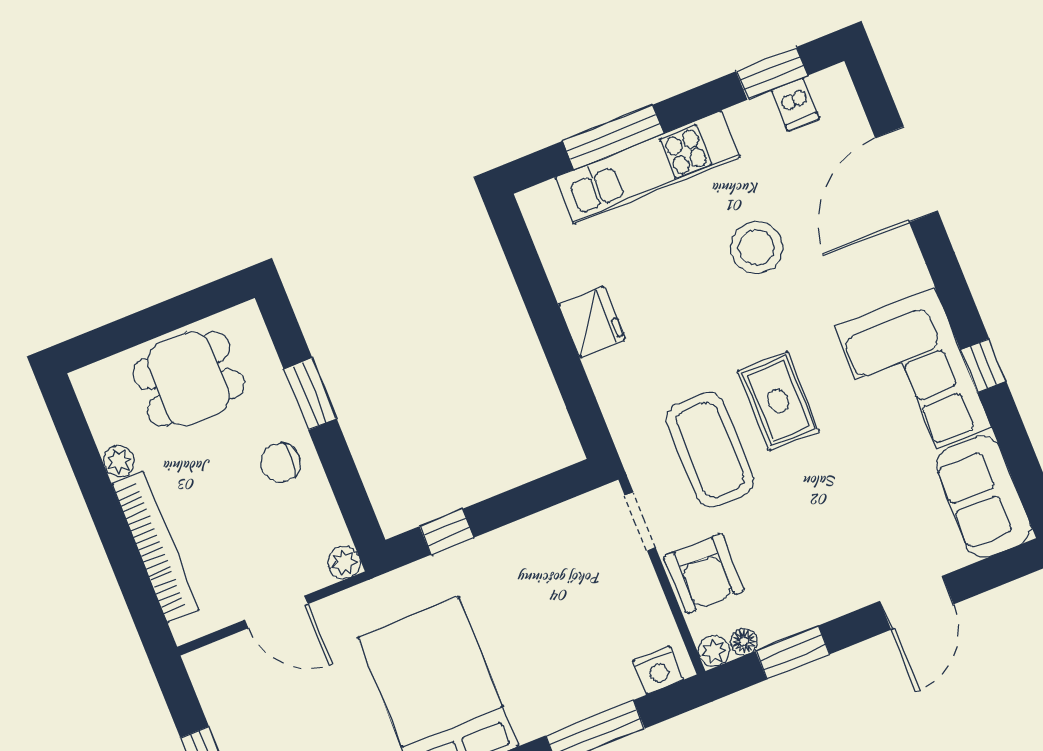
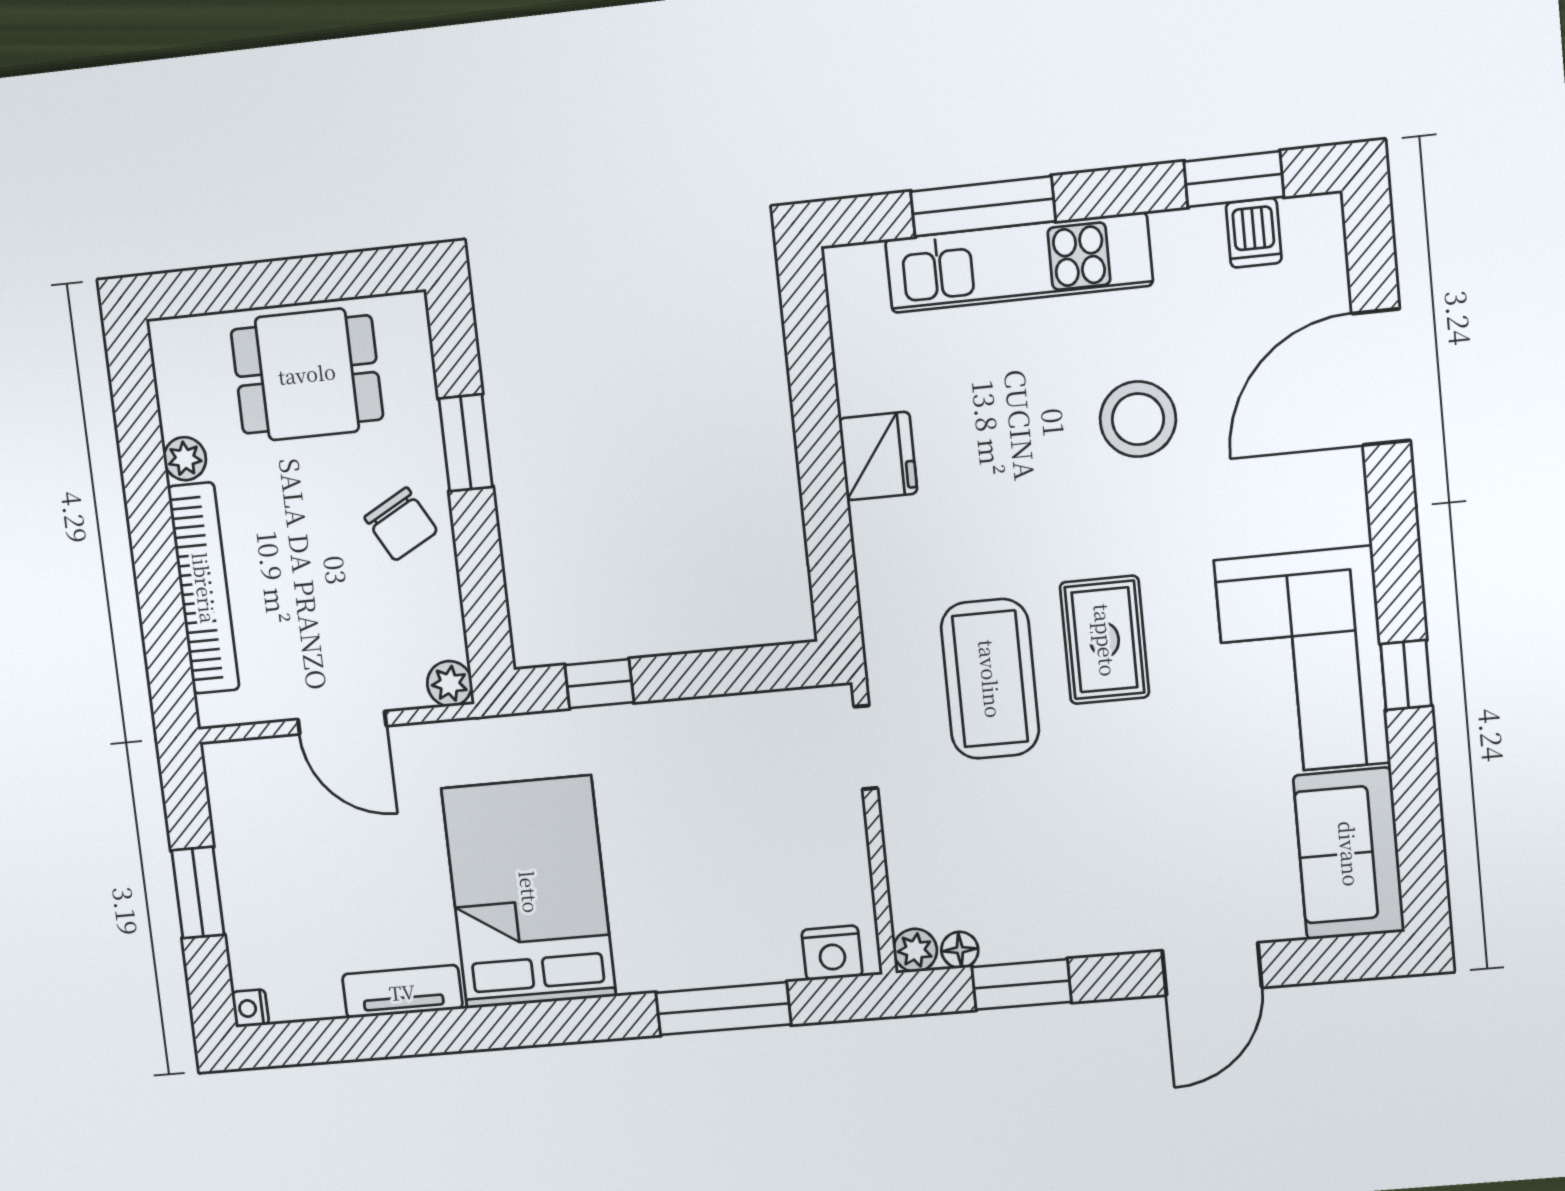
chair: (281, 463) -> (401, 524), turned -119
armchair: (704, 573) -> (932, 843), removed

